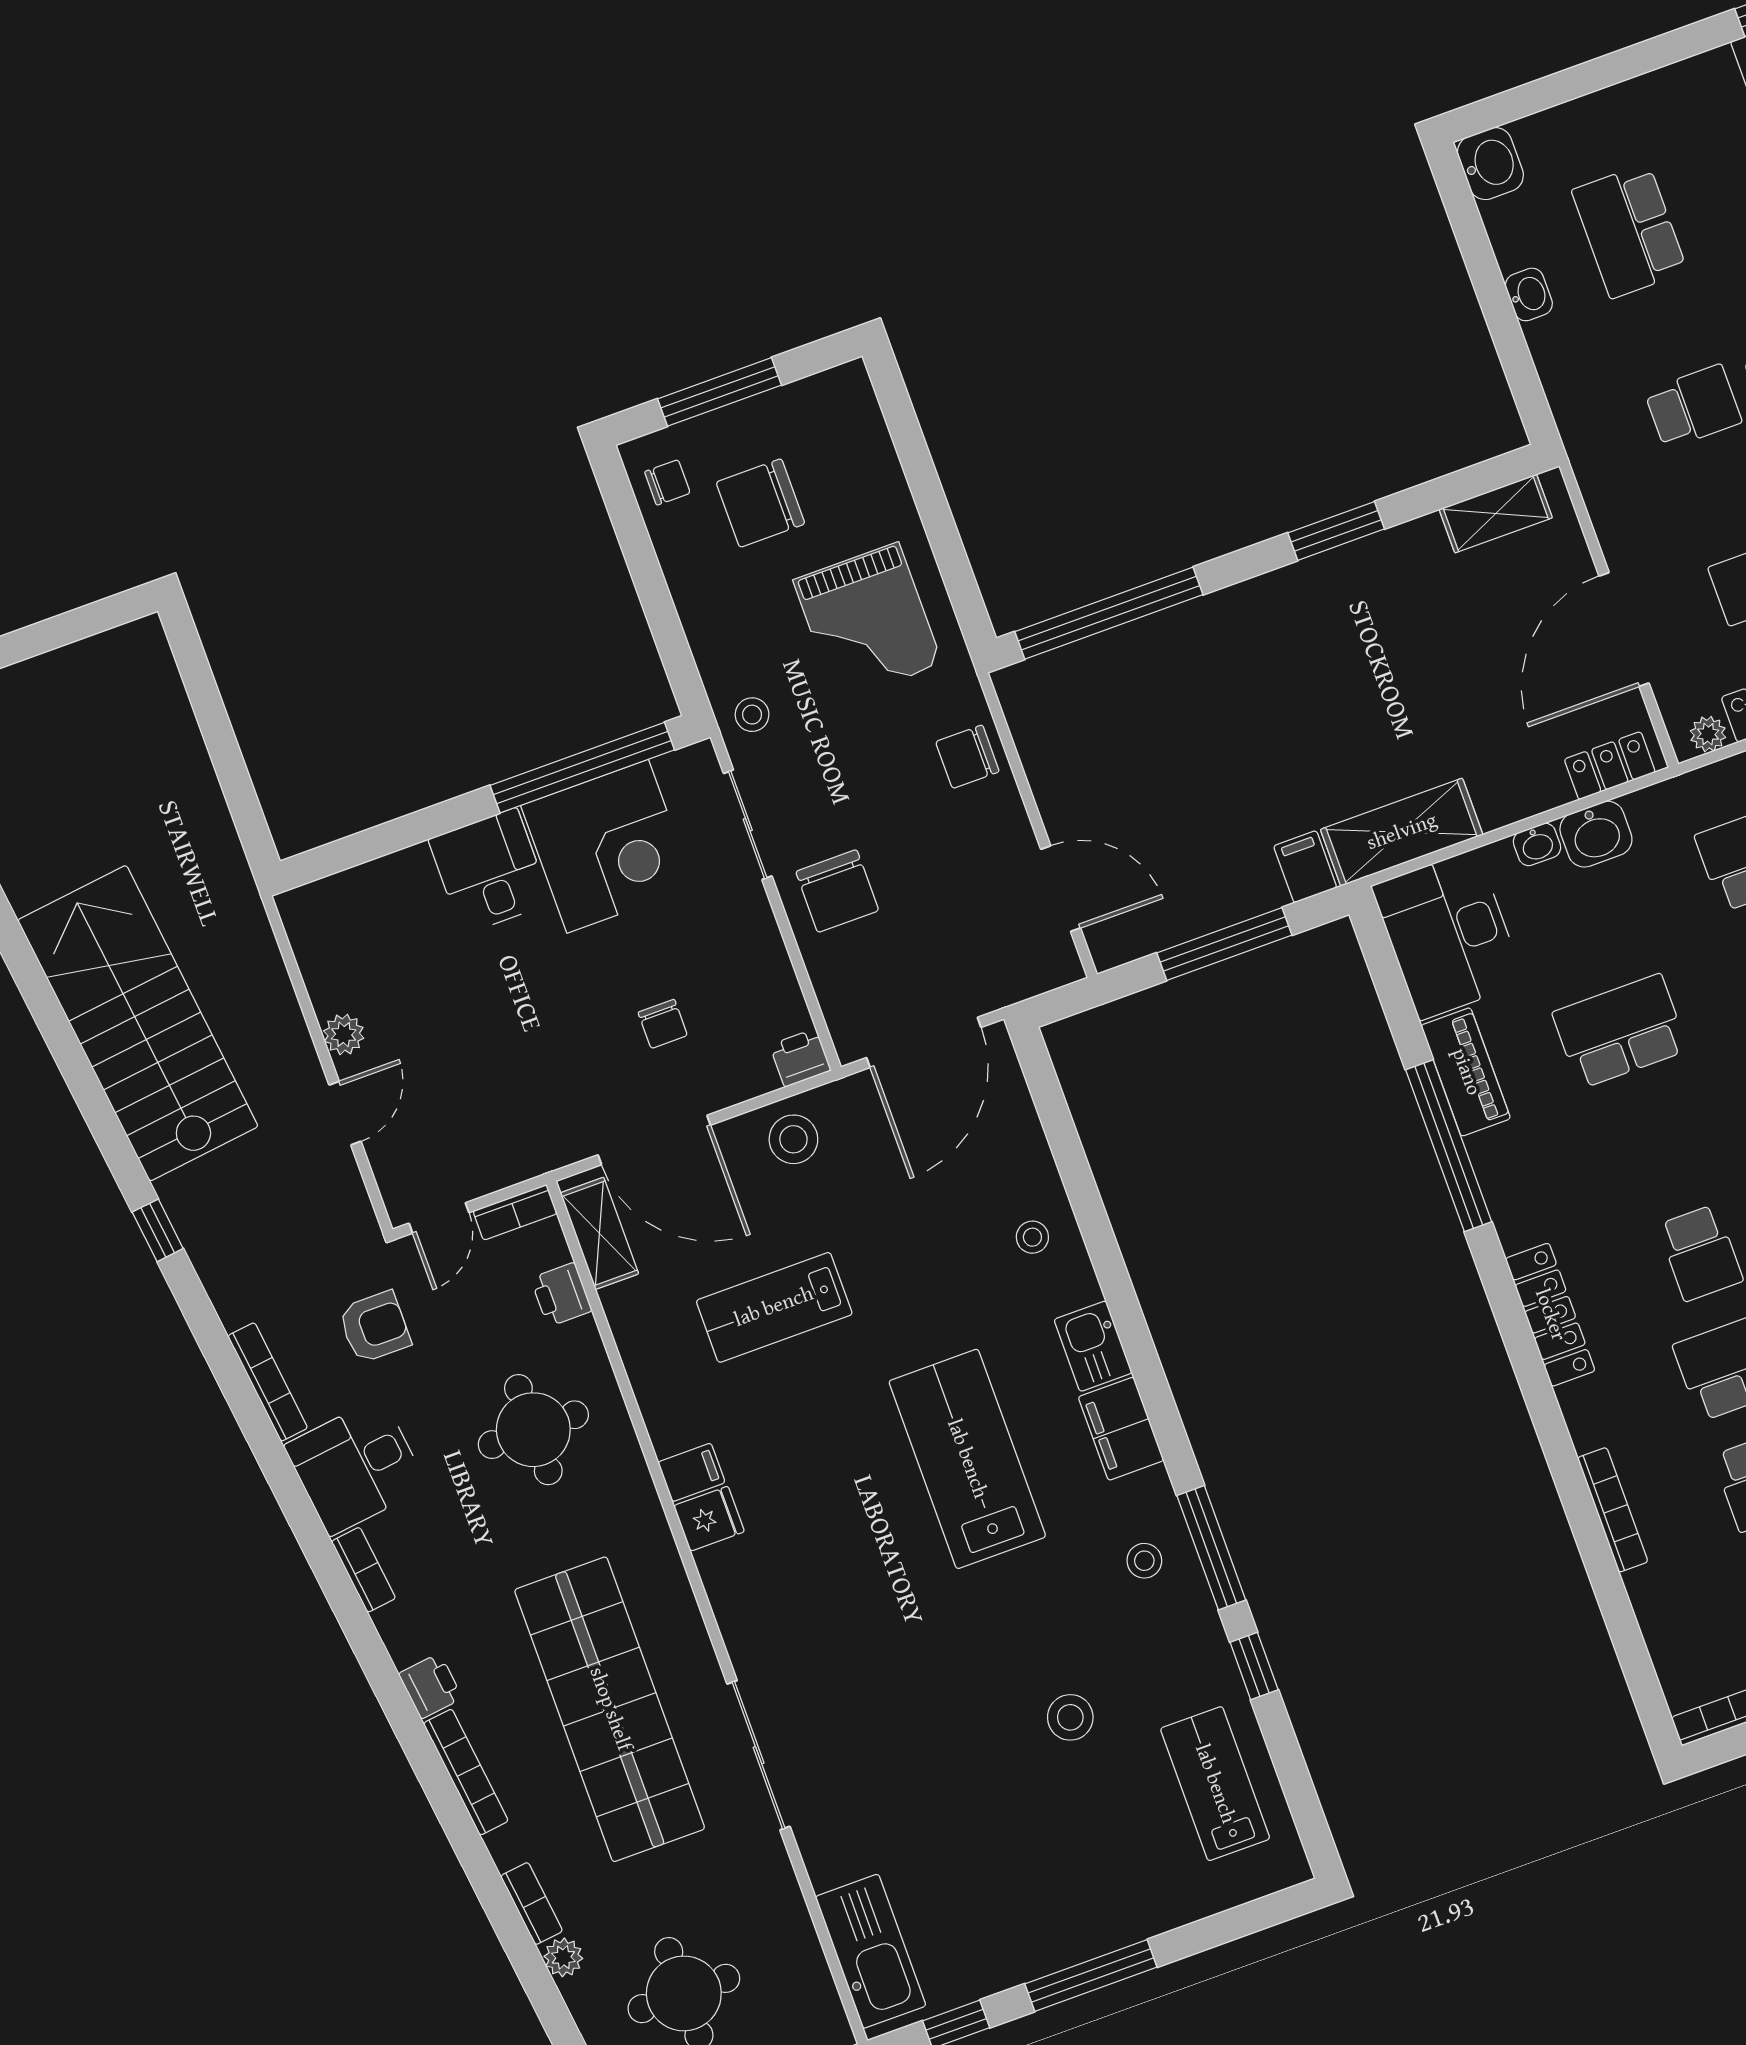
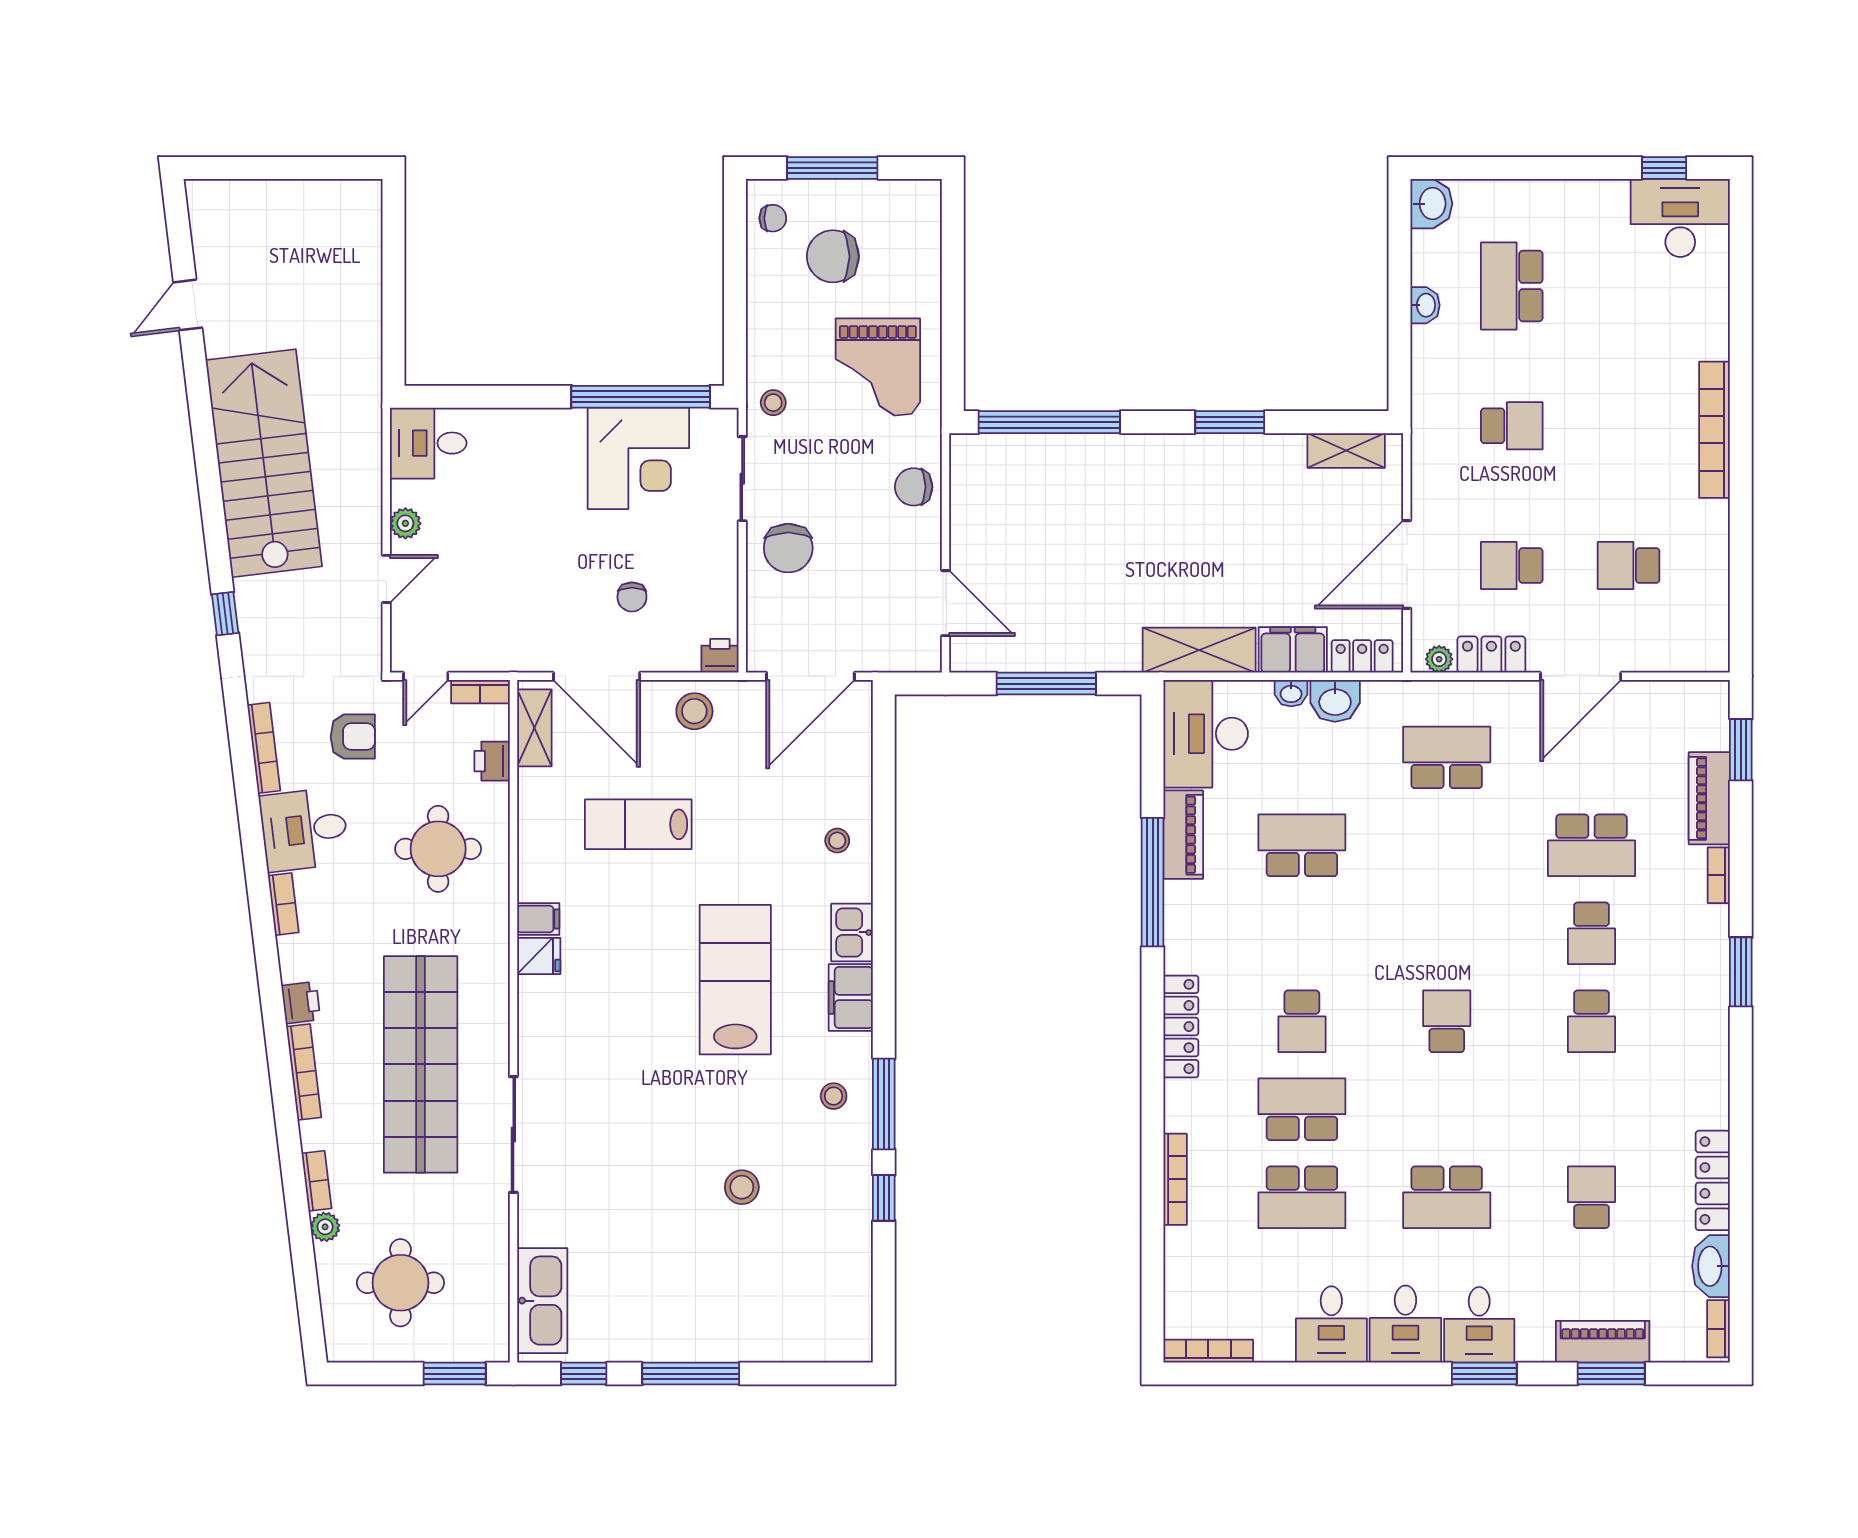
filing cabinet: (1305, 867) -> (1293, 650), moved, width x2.00
desk: (490, 871) -> (428, 443), moved, turned -90
lab bench: (1215, 1784) -> (827, 1270), removed

